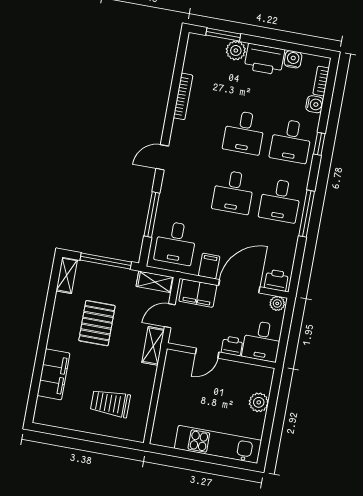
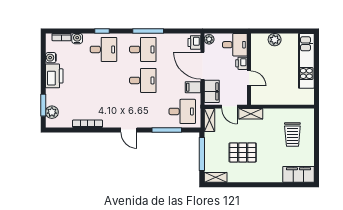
plant: (236, 50) -> (52, 112), moved
desk: (244, 132) -> (103, 80), removed
filing cabinet: (53, 374) -> (298, 174), moved

